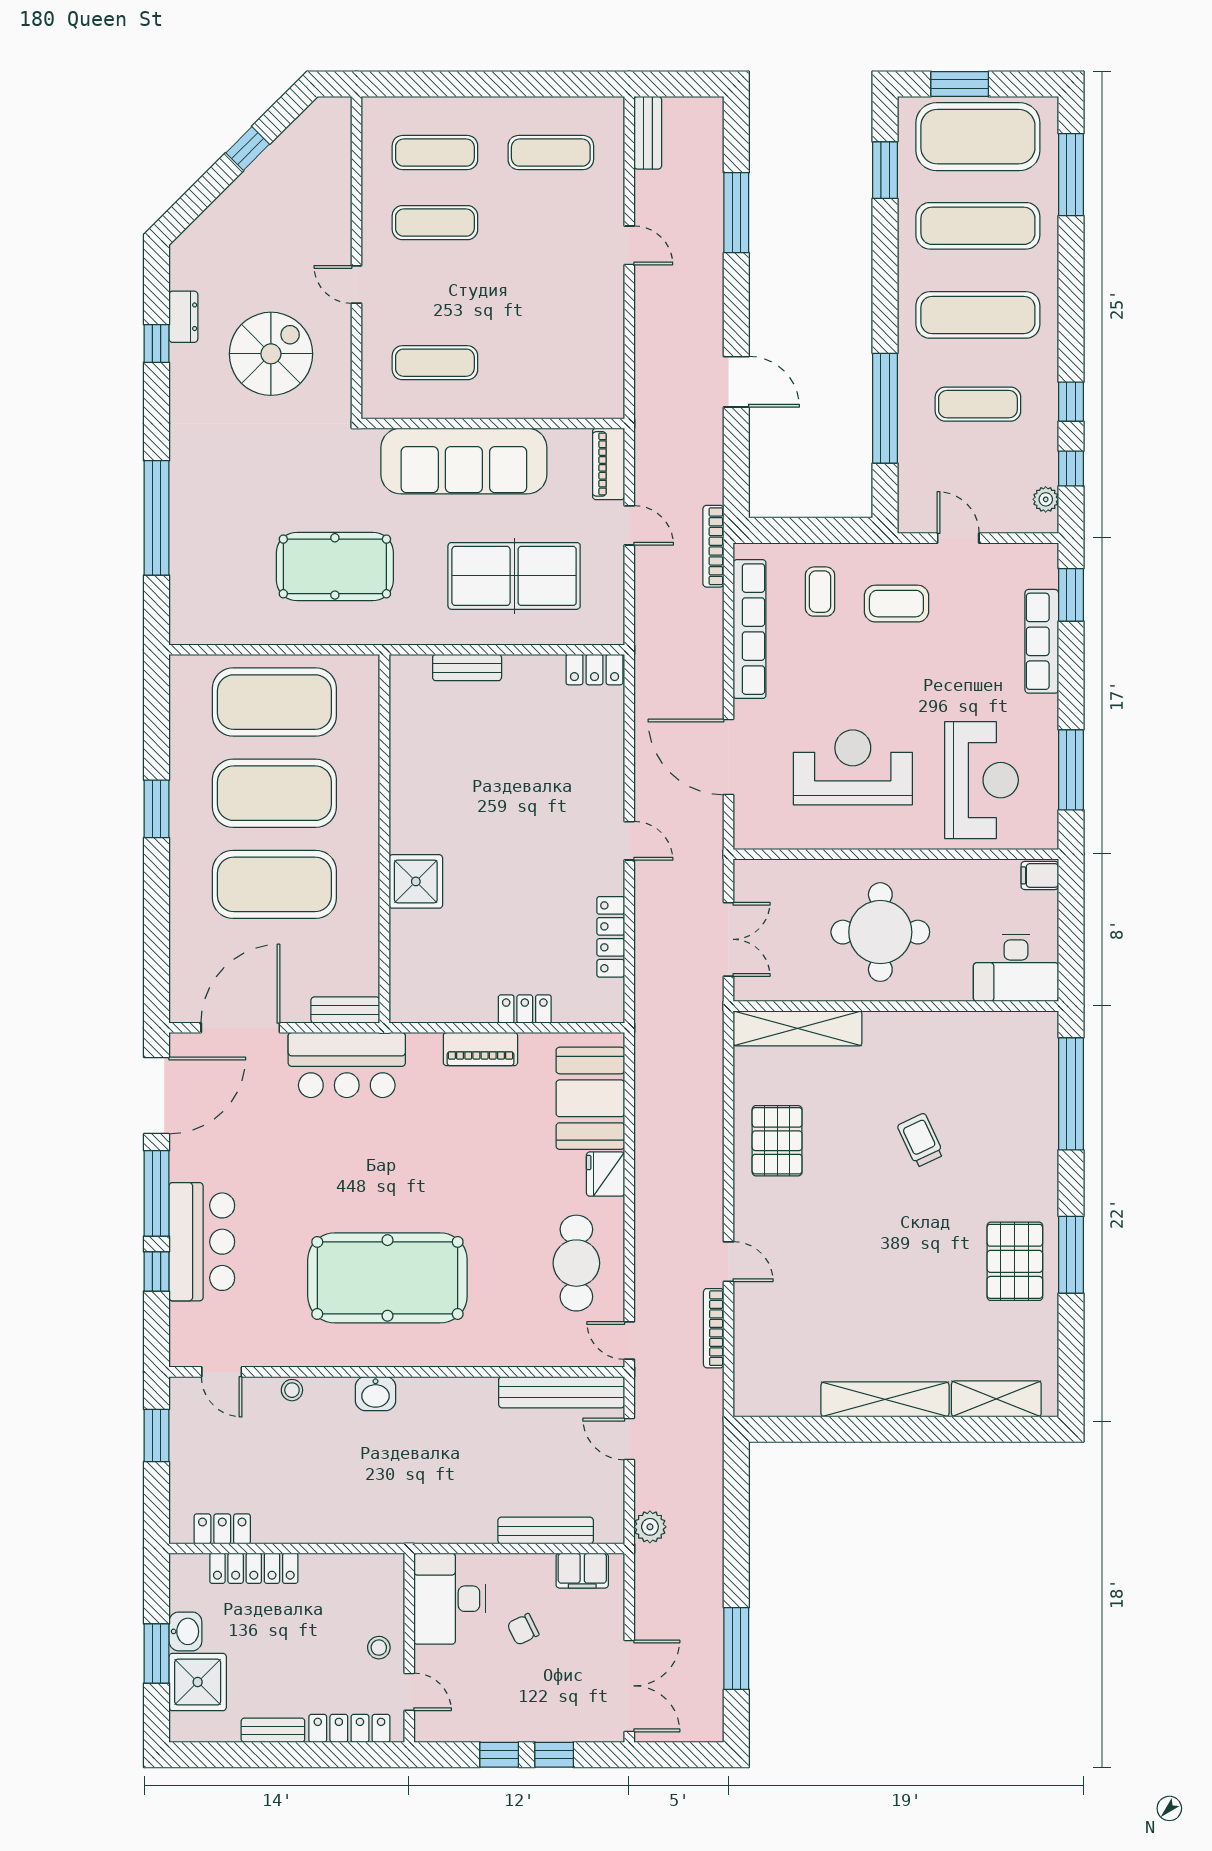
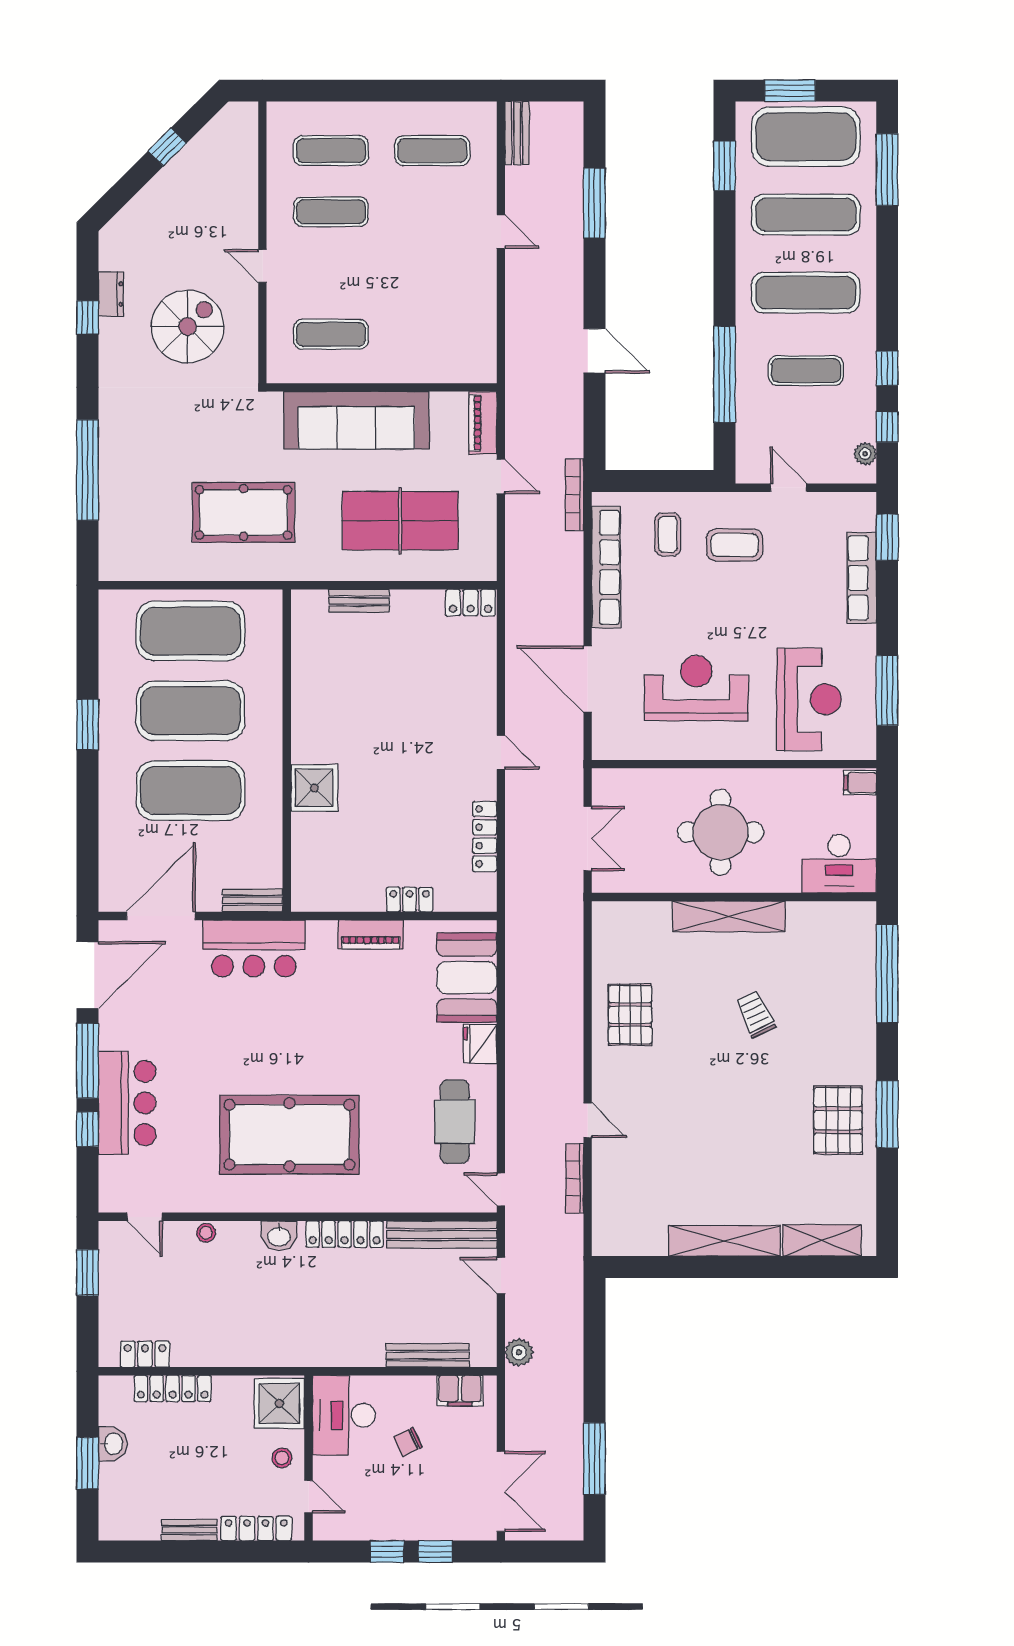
shelving: (798, 1028) -> (729, 916), moved
locker: (451, 1392) -> (345, 1234), added
shower: (198, 1682) -> (279, 1403), moved

